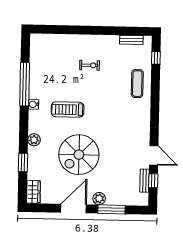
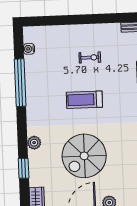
water cooler: (34, 104) -> (29, 49), moved
treadmill: (68, 110) -> (84, 100), moved

